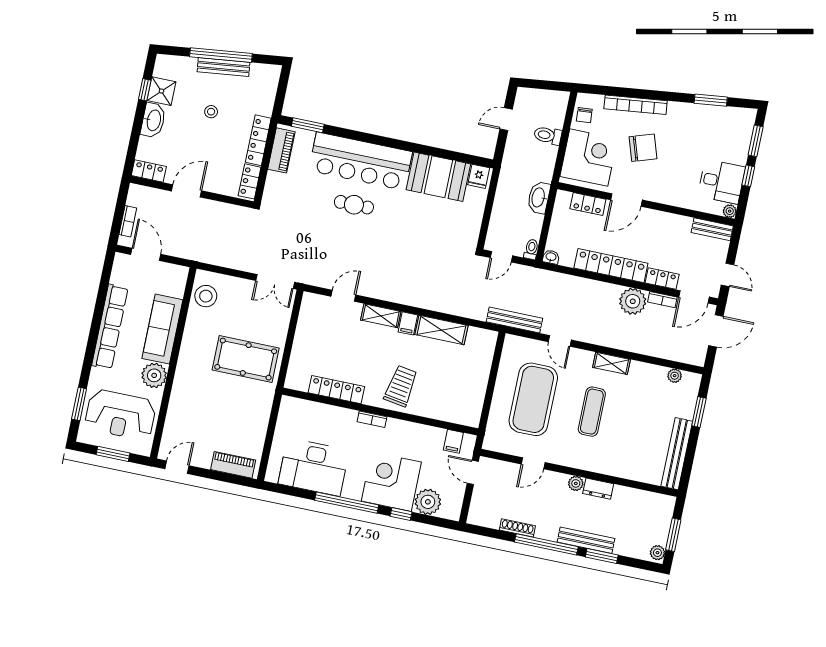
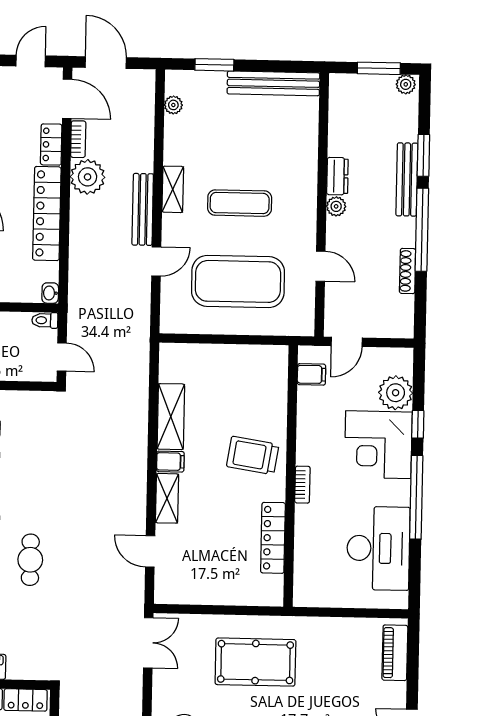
bench: (514, 320) -> (143, 209), moved
pool table: (246, 359) -> (255, 662), turned 90

